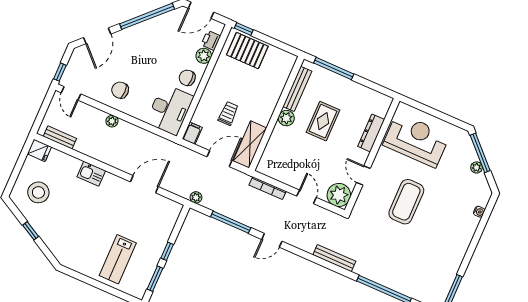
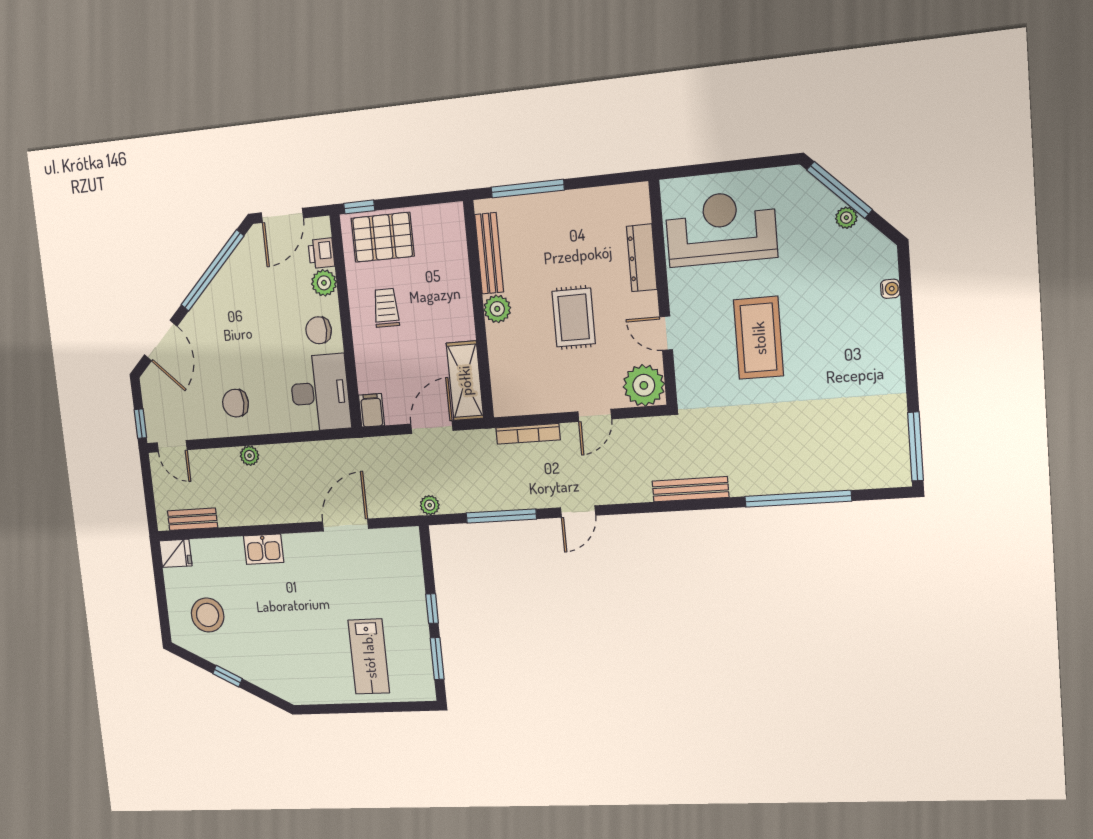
trolley: (228, 113) -> (386, 308), moved
rug: (323, 121) -> (574, 318), moved
door: (306, 197) -> (595, 415), swing flipped

